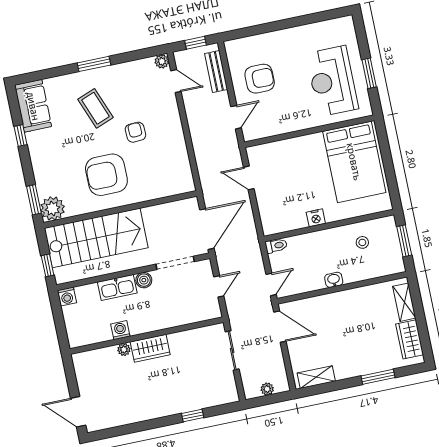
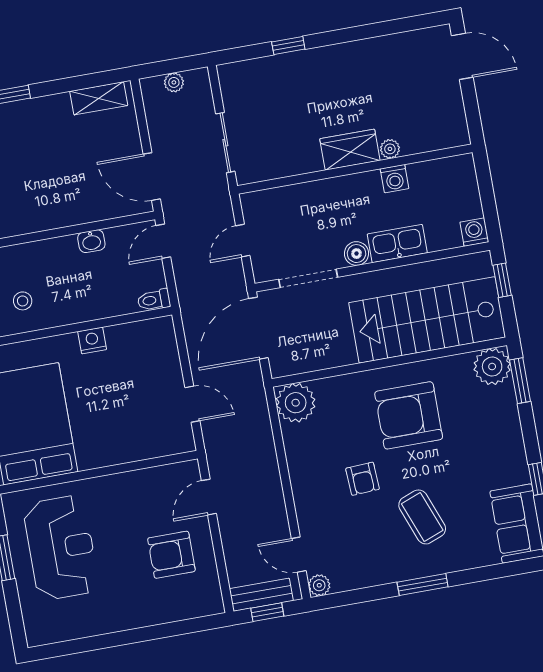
bench: (216, 72) -> (261, 595), moved, turned 90
armchair: (106, 175) -> (409, 415), turned 180
plant: (181, 181) -> (296, 403), added
washbasin: (334, 280) -> (91, 241), moved

